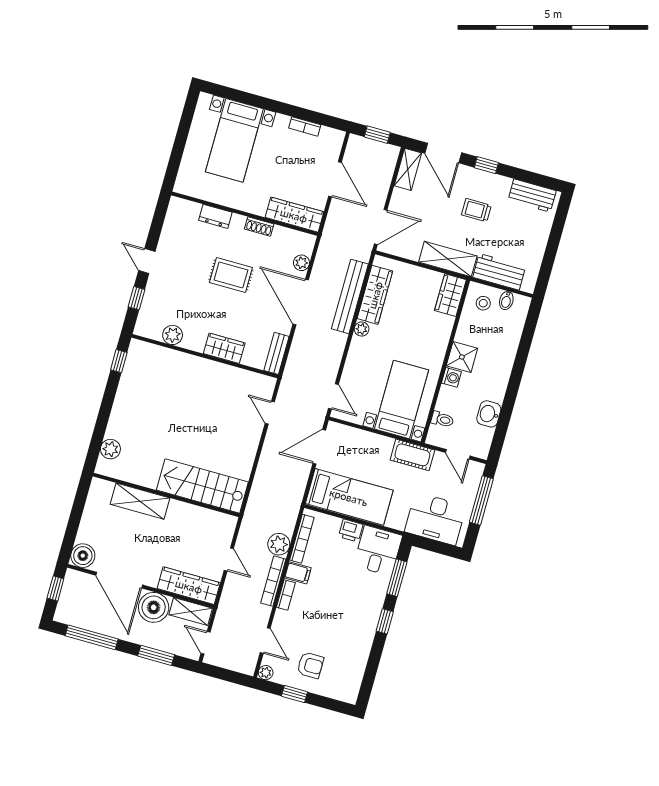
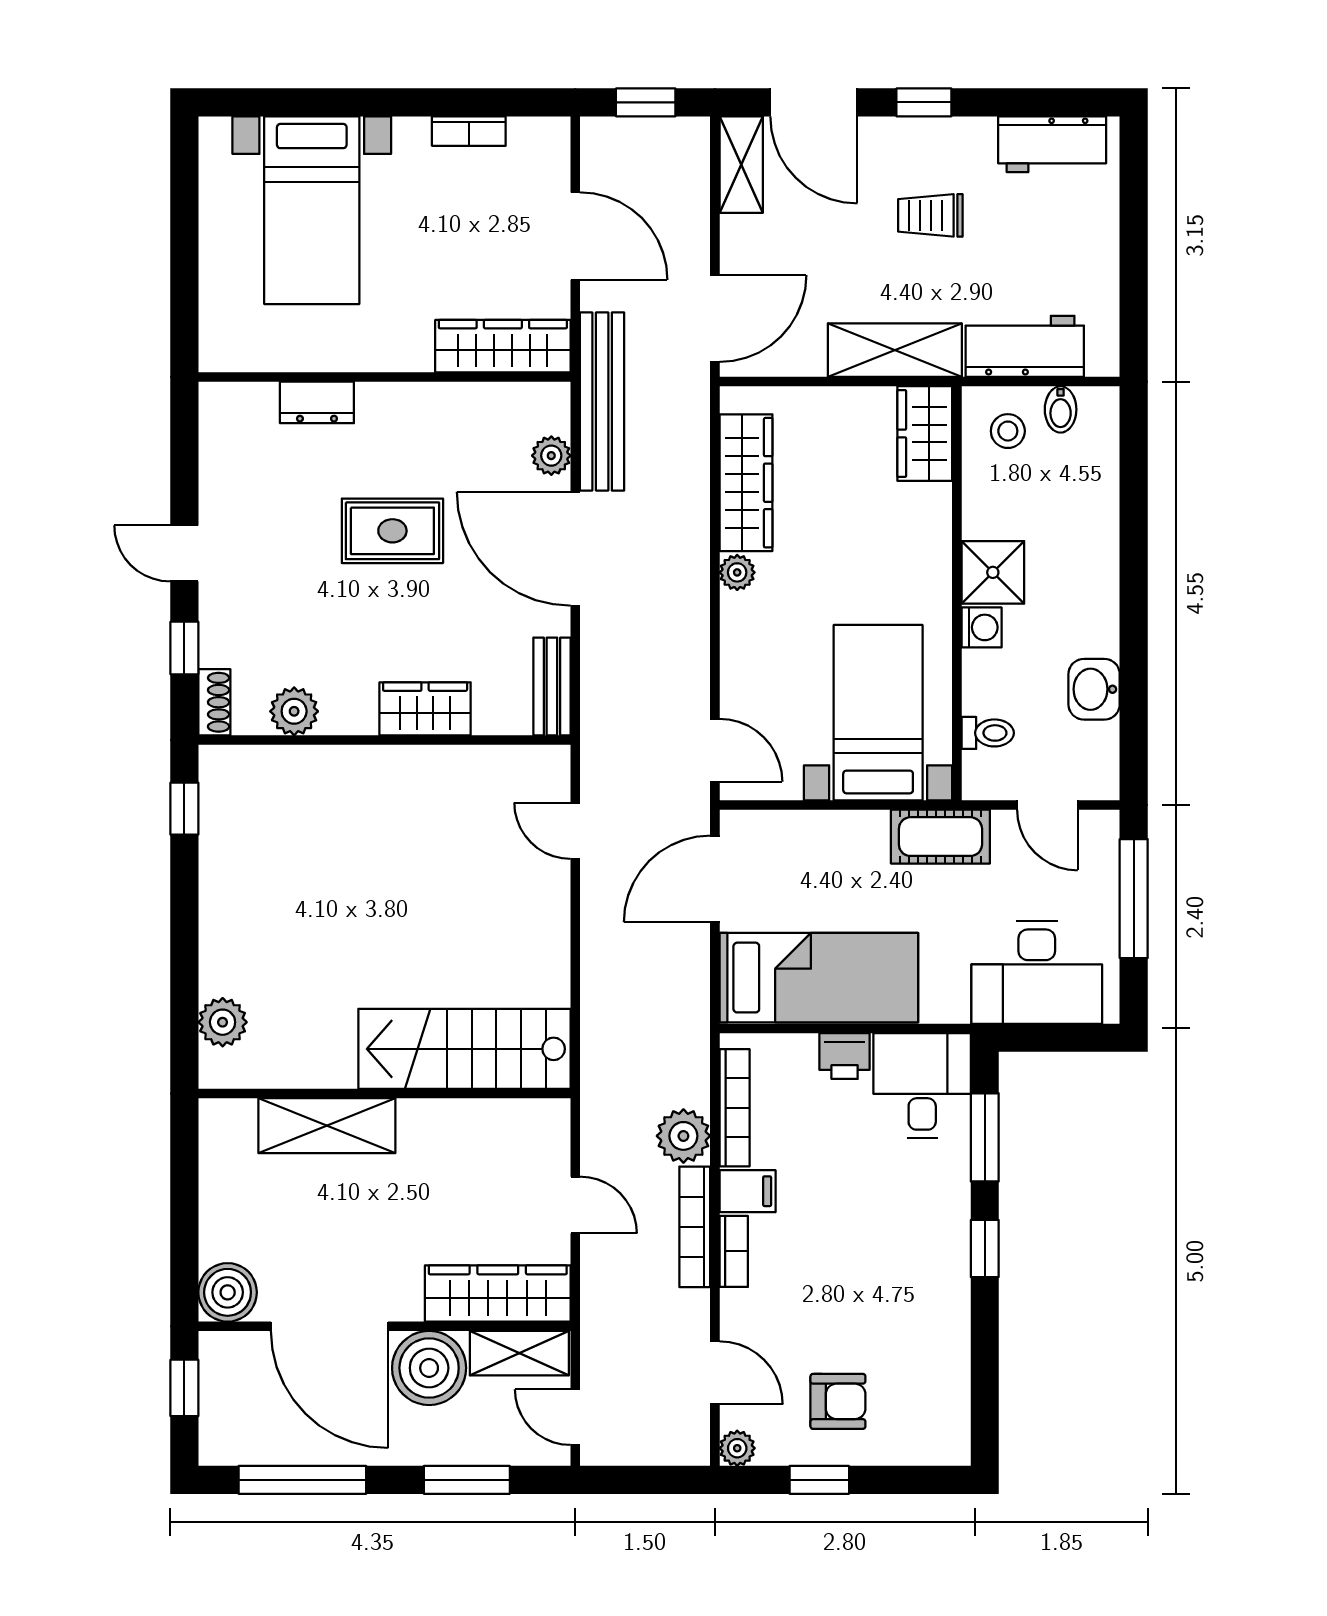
shoe rack: (259, 226) -> (214, 702), moved, turned -90
bench: (350, 296) -> (602, 402), moved

